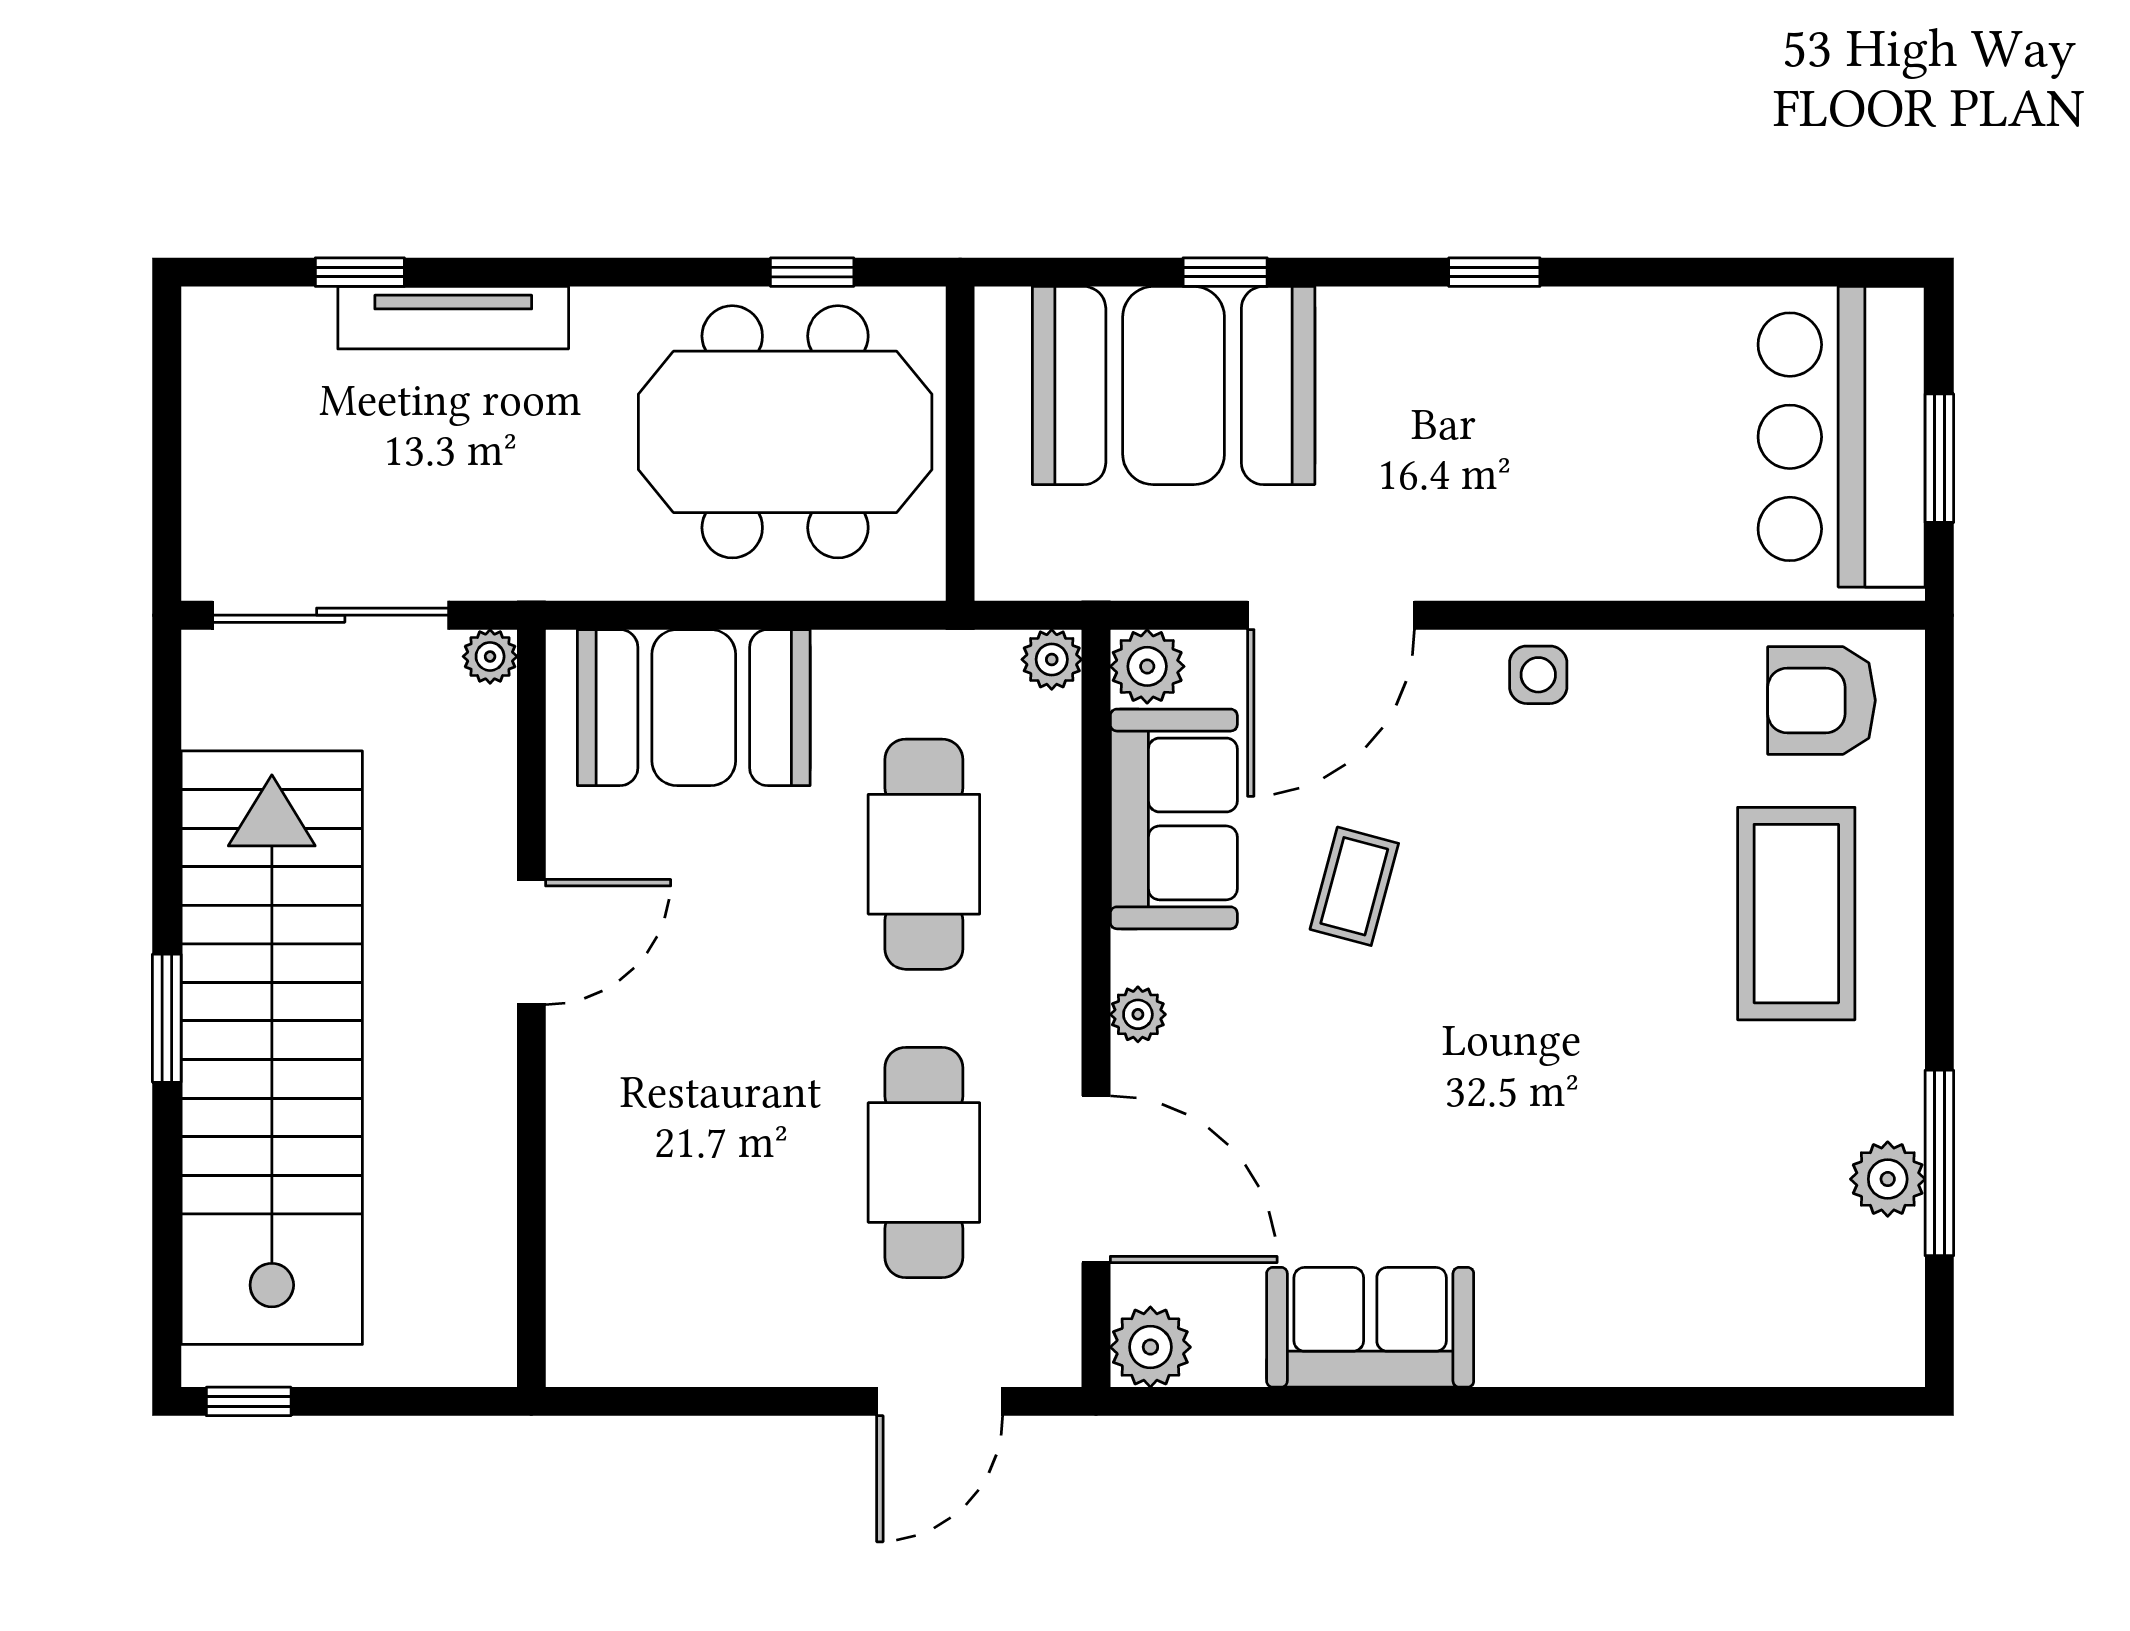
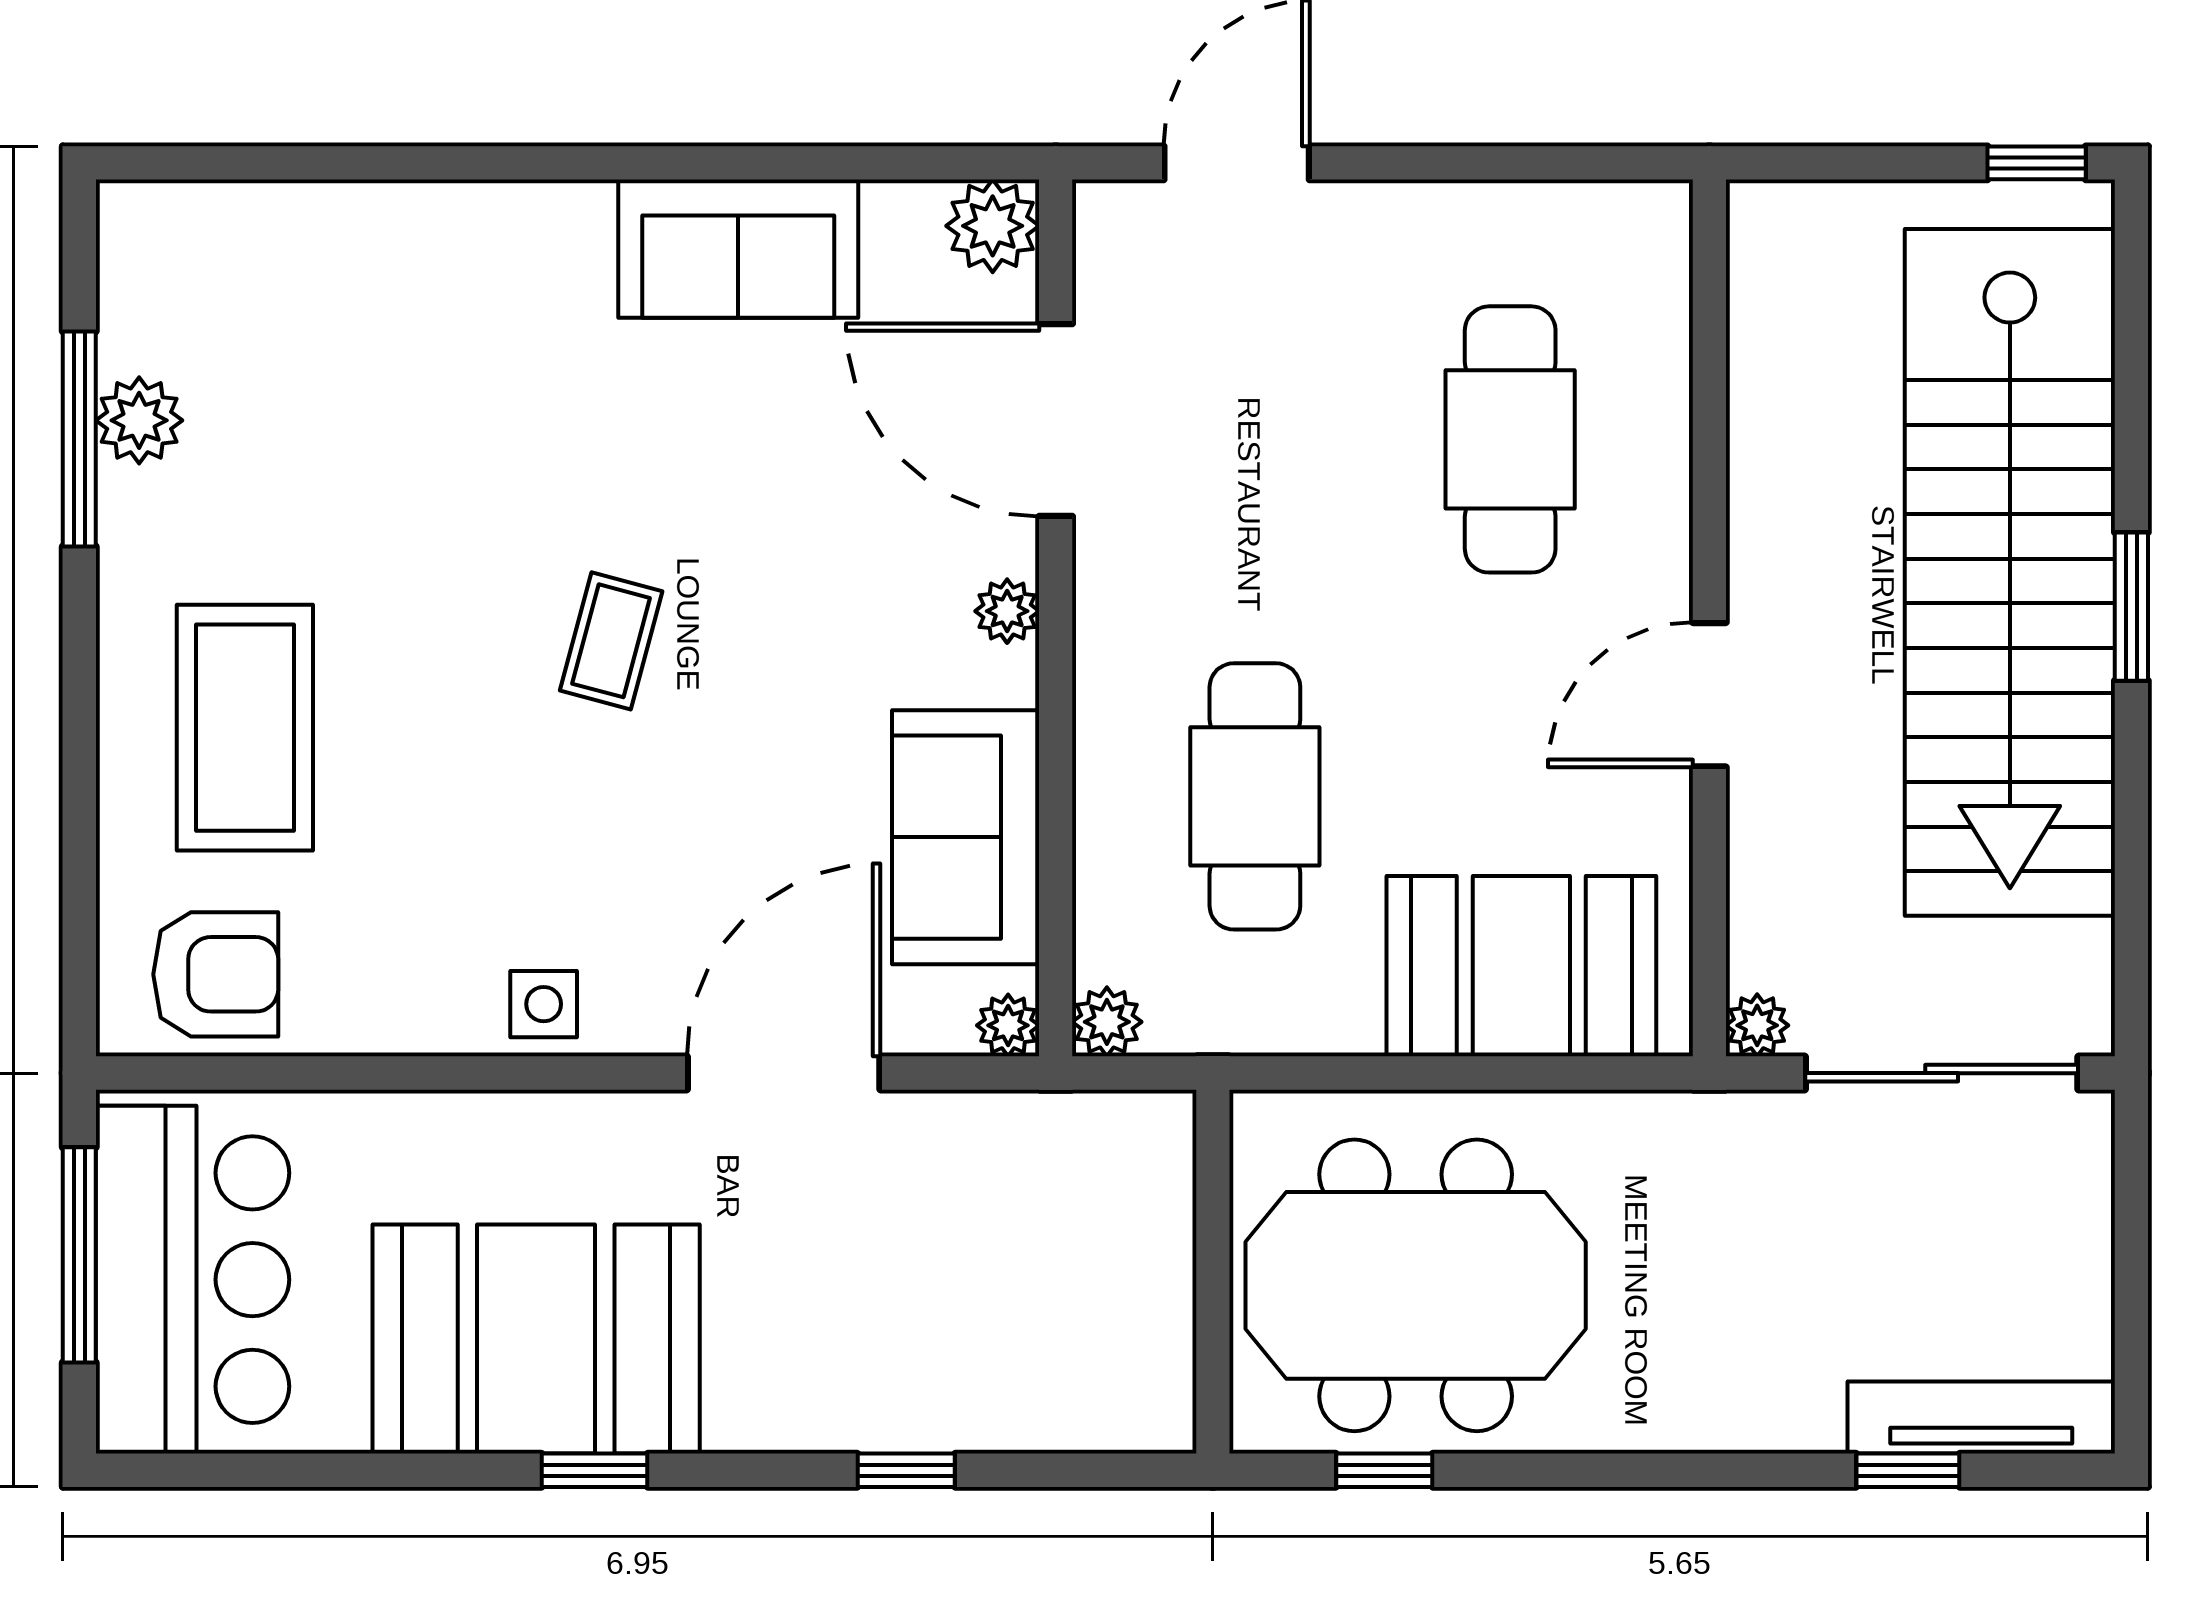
tv unit: (453, 318) -> (1981, 1417), moved
booth: (1174, 386) -> (536, 1339), moved
window: (1939, 458) -> (79, 1255), width x1.44
plant: (1147, 666) -> (1008, 1025), width x0.73, depth x0.73
coffee table: (1354, 886) -> (611, 641), moved
cafe table: (924, 1162) -> (1510, 439), moved

